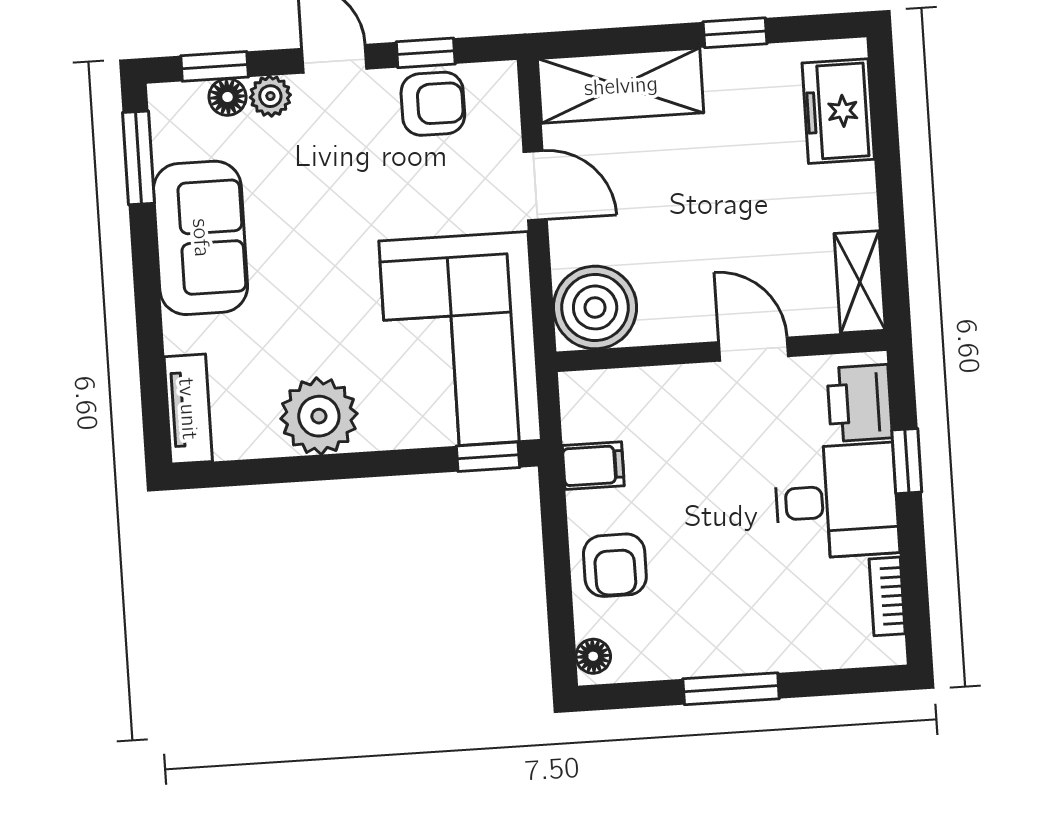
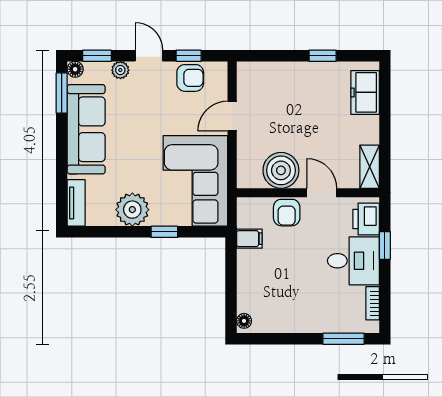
shelving: (621, 86) -> (272, 75), removed
floor lamp: (228, 97) -> (75, 69), moved
door: (535, 185) -> (232, 116), swing flipped
sofa: (201, 238) -> (86, 129), width x1.36
boiler: (595, 307) -> (281, 170), moved
window: (488, 457) -> (164, 232), moved
armchair: (615, 565) -> (287, 213), moved
window: (731, 689) -> (344, 339), moved

